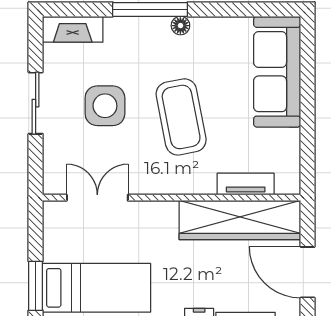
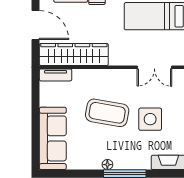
coffee table: (181, 117) -> (107, 113), turned -69
tv unit: (246, 184) -> (56, 75), moved

